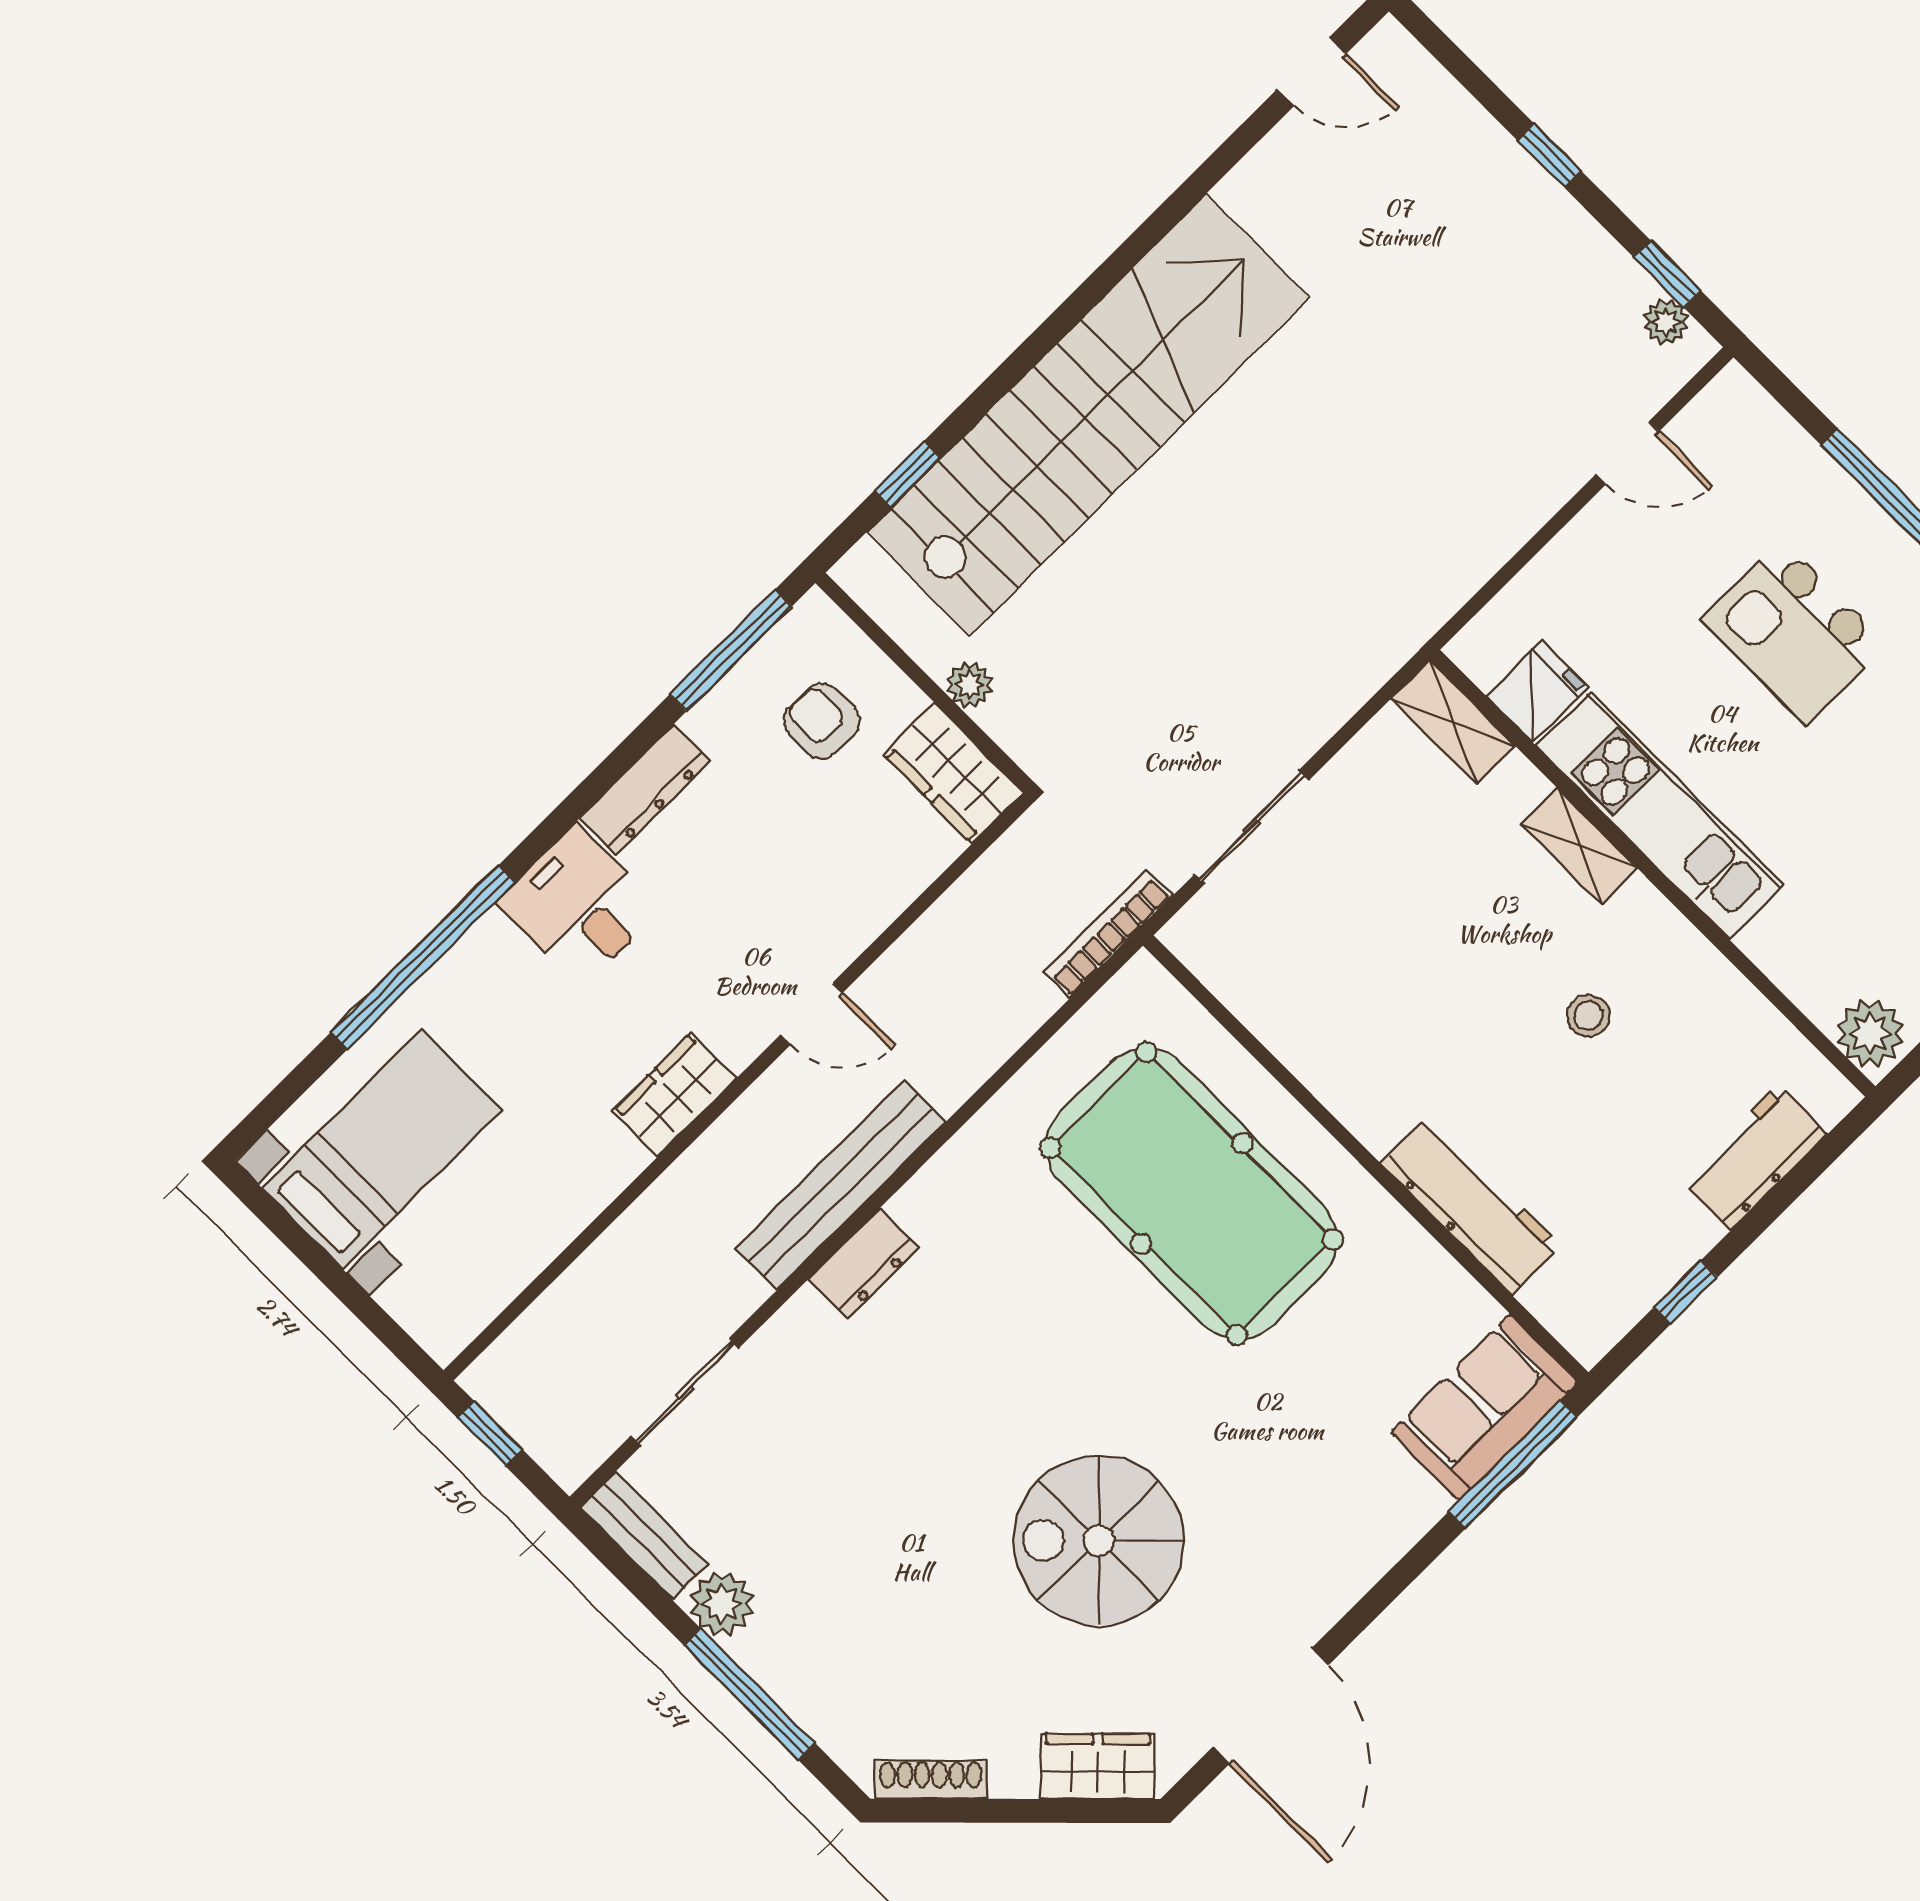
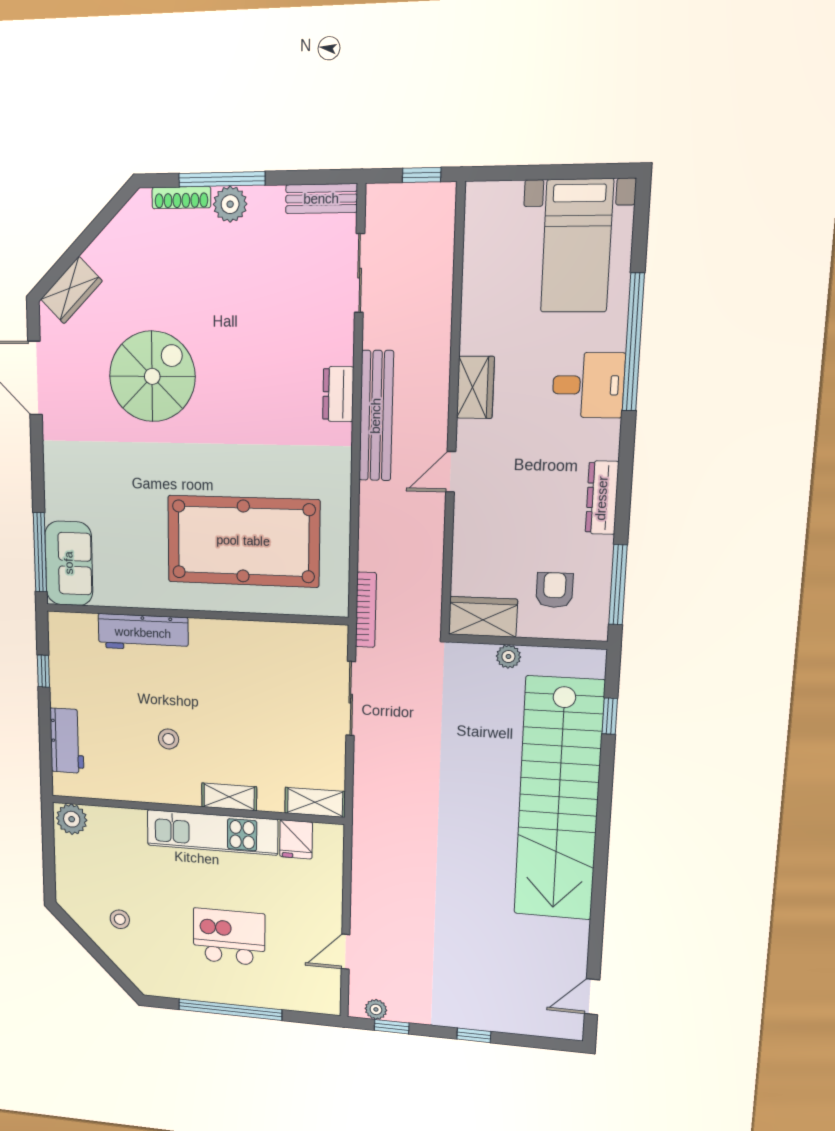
armchair: (822, 721) -> (554, 590), turned -90
desk: (579, 906) -> (588, 385), moved
plant: (722, 1604) -> (230, 204), moved
shoe rack: (931, 1780) -> (181, 198), moved, turned 45

